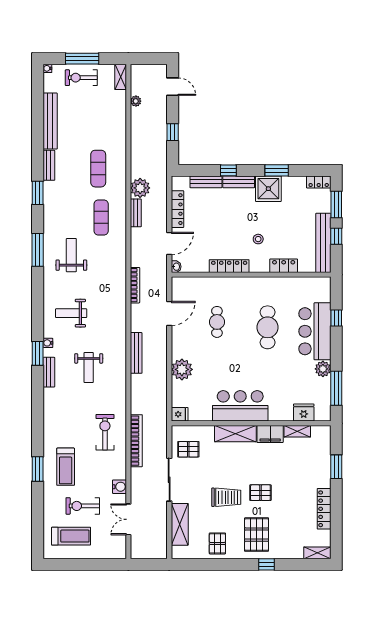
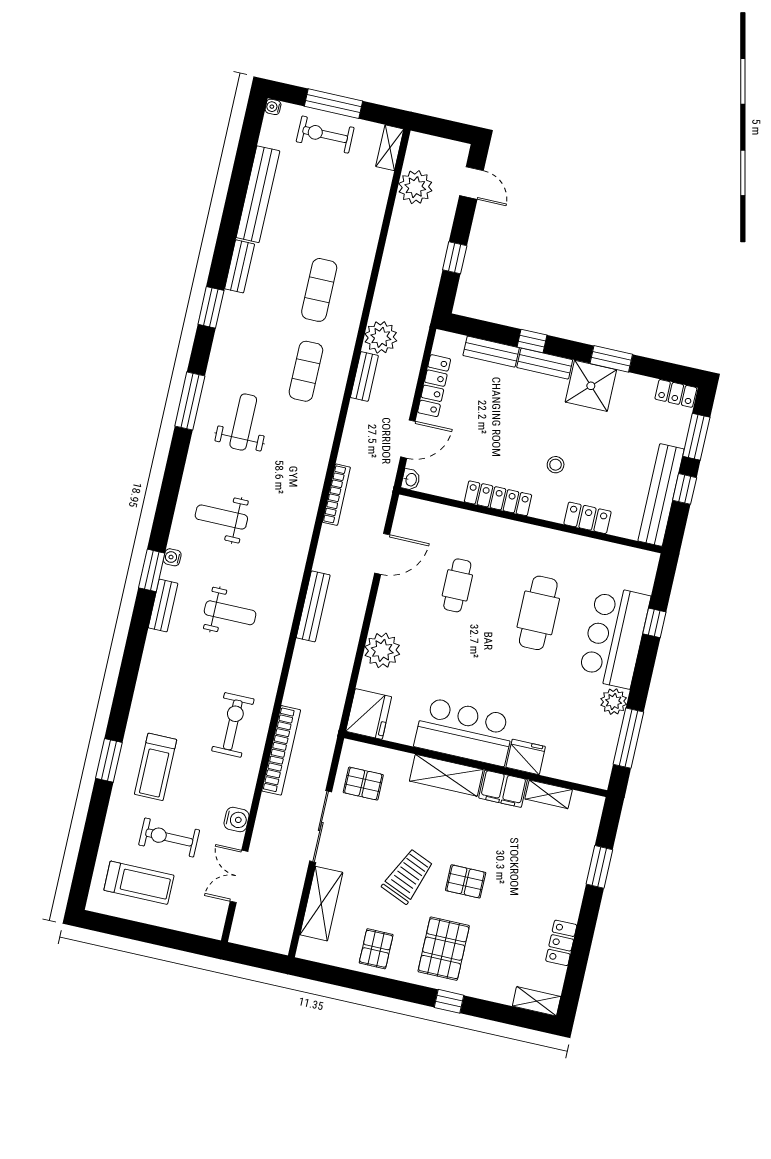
plant: (136, 101) -> (415, 187), width x1.88, depth x1.88
weight bench: (89, 368) -> (230, 613), turned -90
fridge: (304, 413) -> (526, 757), moved
fridge: (180, 414) -> (369, 714), width x1.88, depth x1.34
trolley: (226, 497) -> (408, 876), turned -67
locker: (324, 509) -> (561, 943), width x0.66

